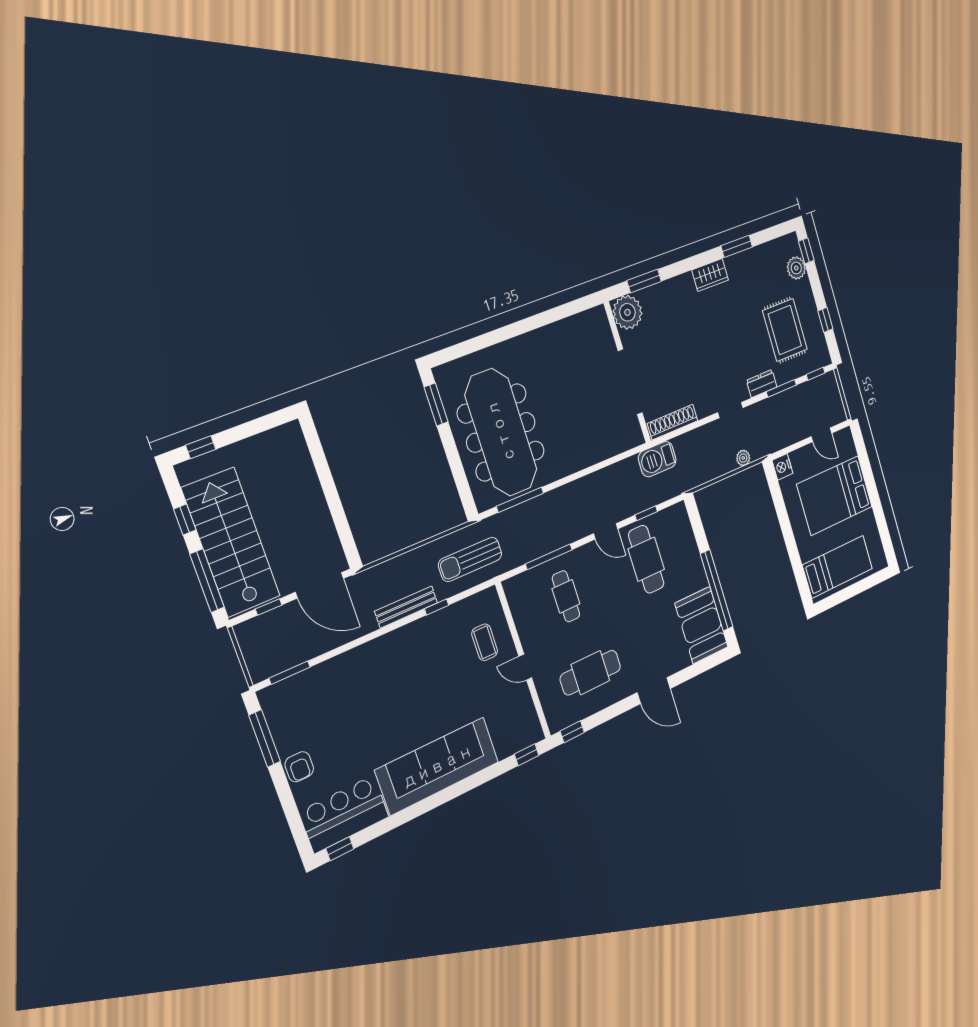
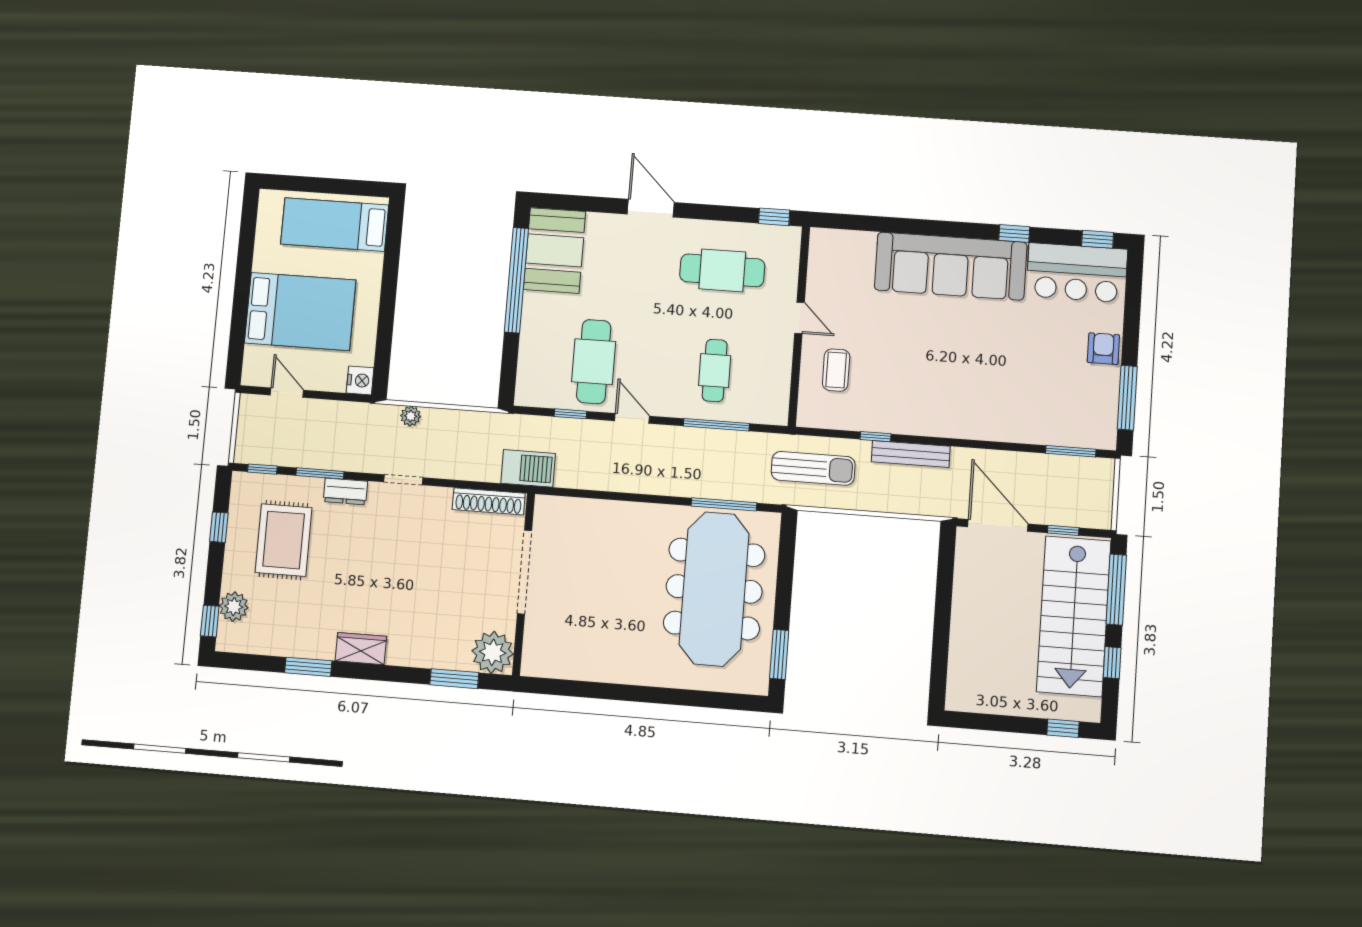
window: (527, 755) -> (1014, 234), moved

